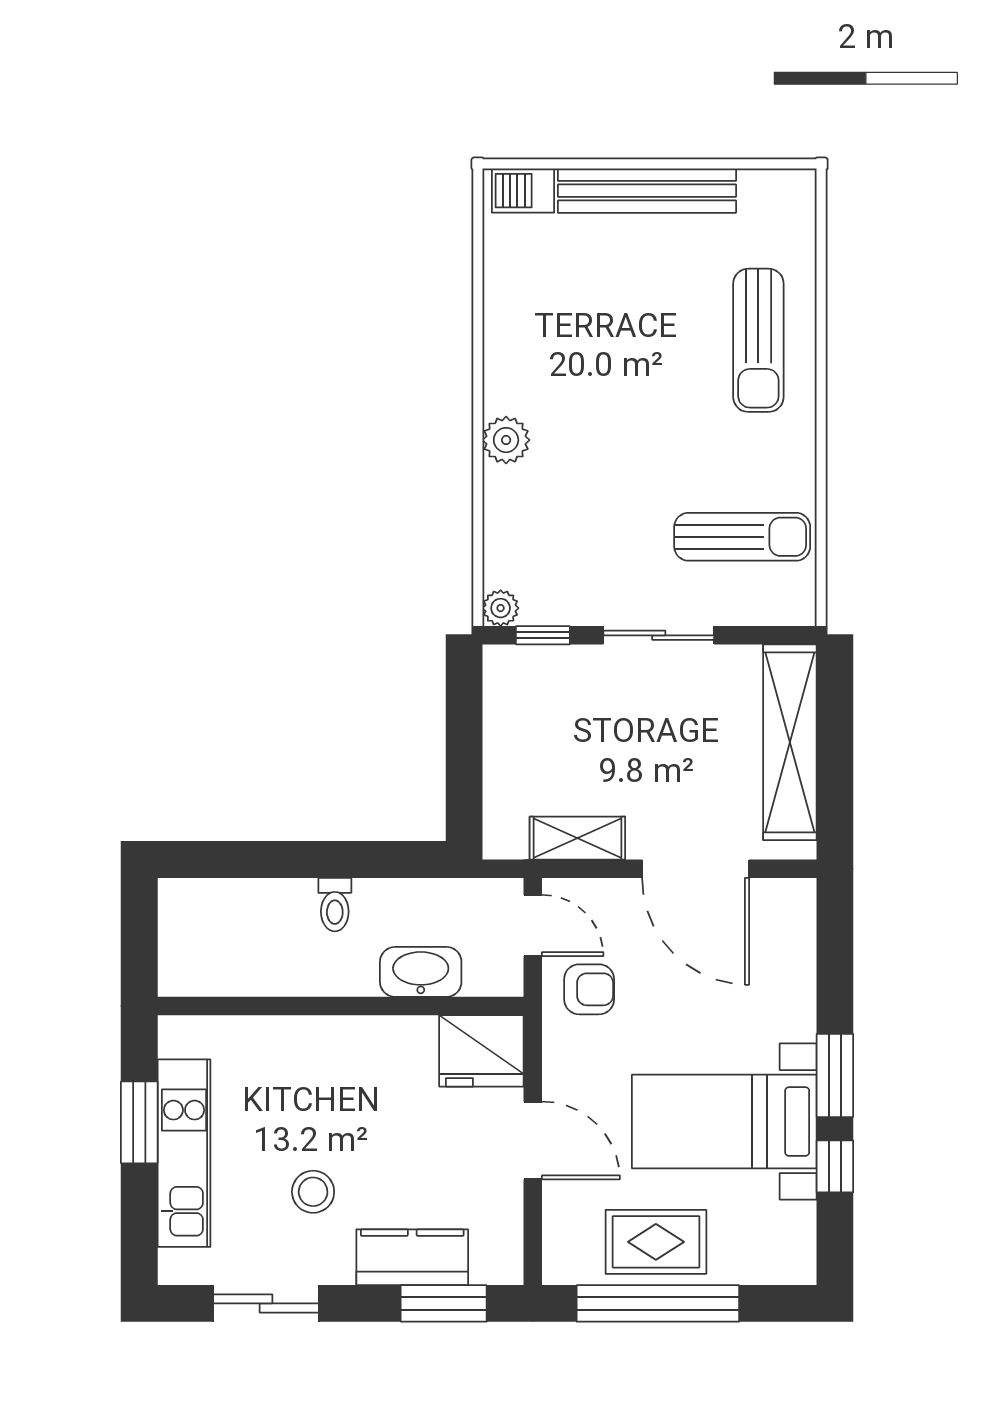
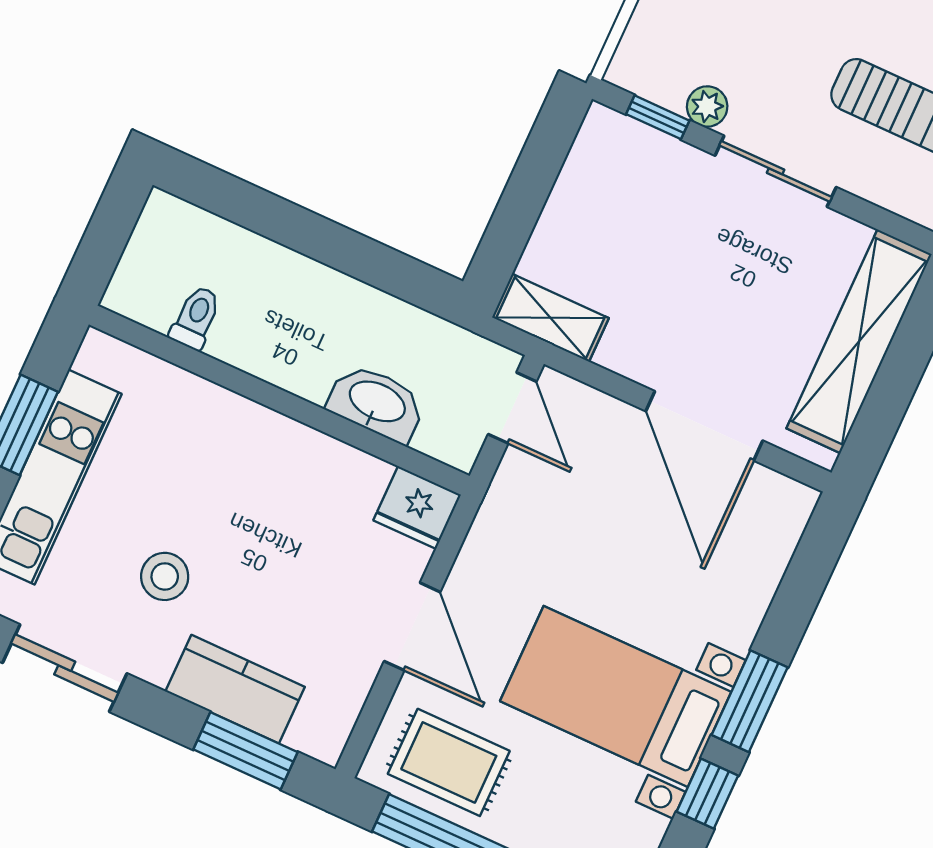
plant: (501, 608) -> (707, 106), moved
shelving: (577, 838) -> (550, 318), moved
toilet: (335, 905) -> (196, 318), moved, turned 180
armchair: (589, 989) -> (540, 499), removed
fridge: (481, 1051) -> (417, 508), width x0.73, depth x0.75
rug: (656, 1242) -> (449, 762), moved

